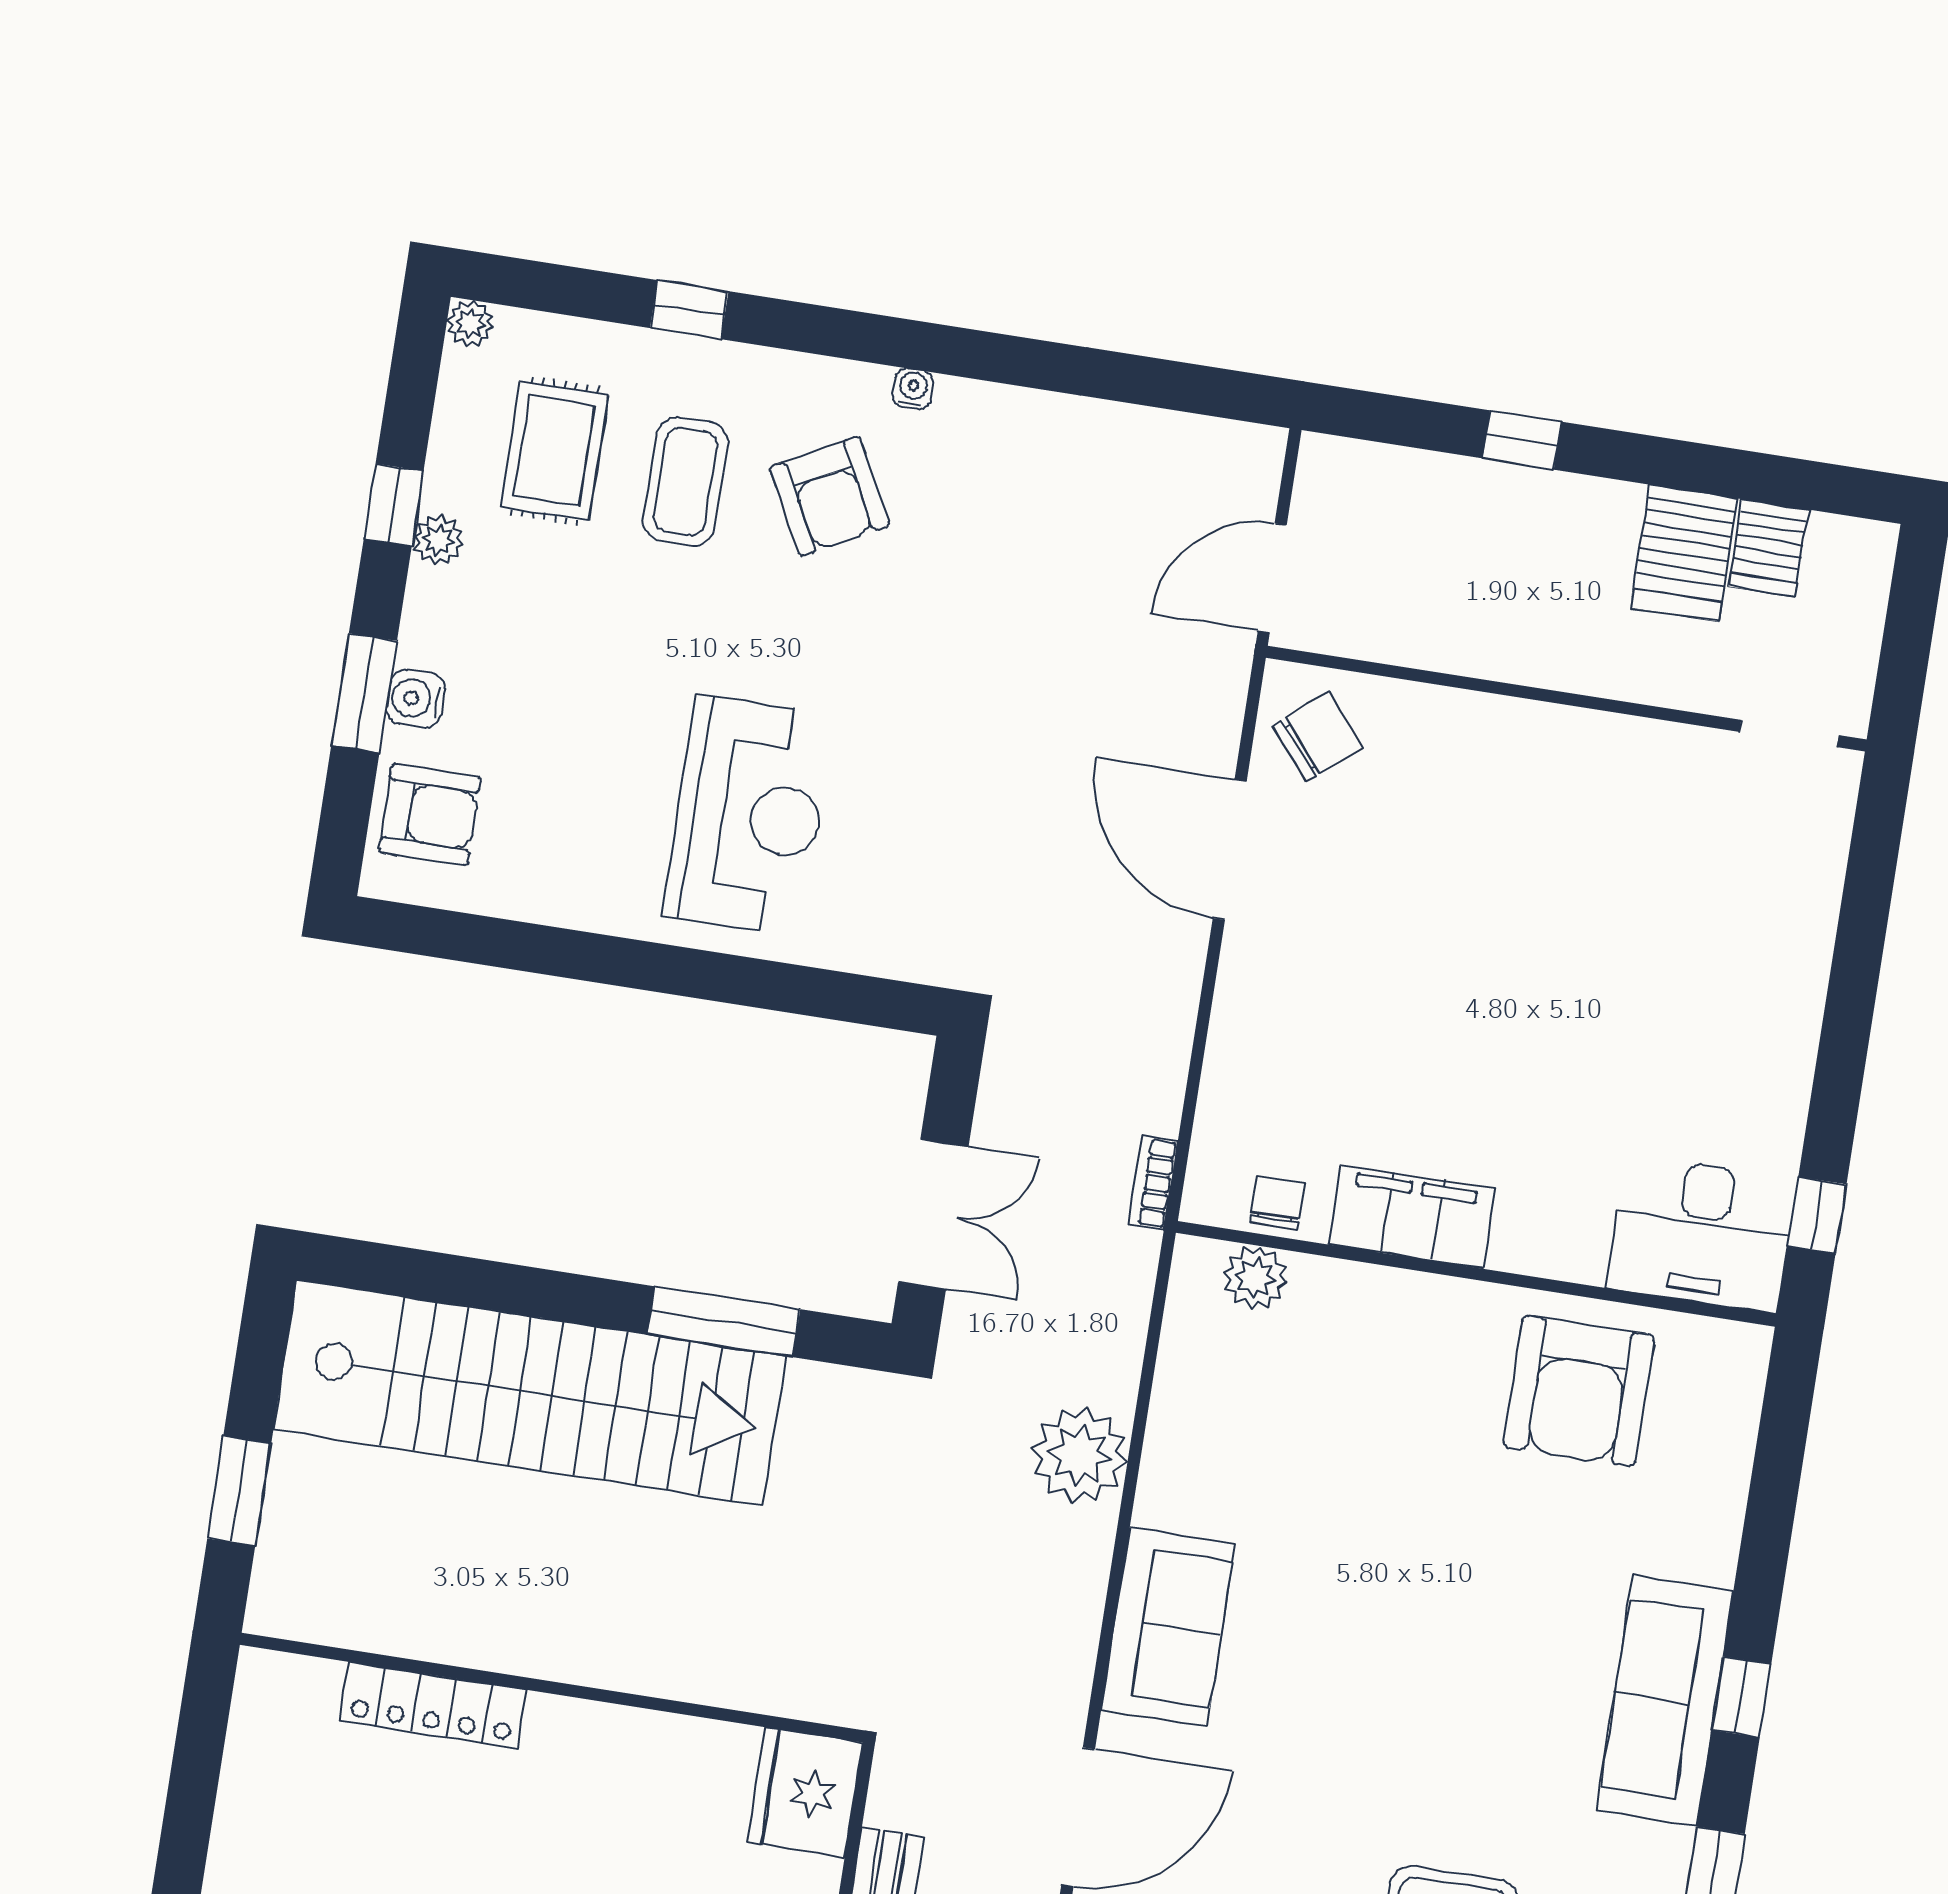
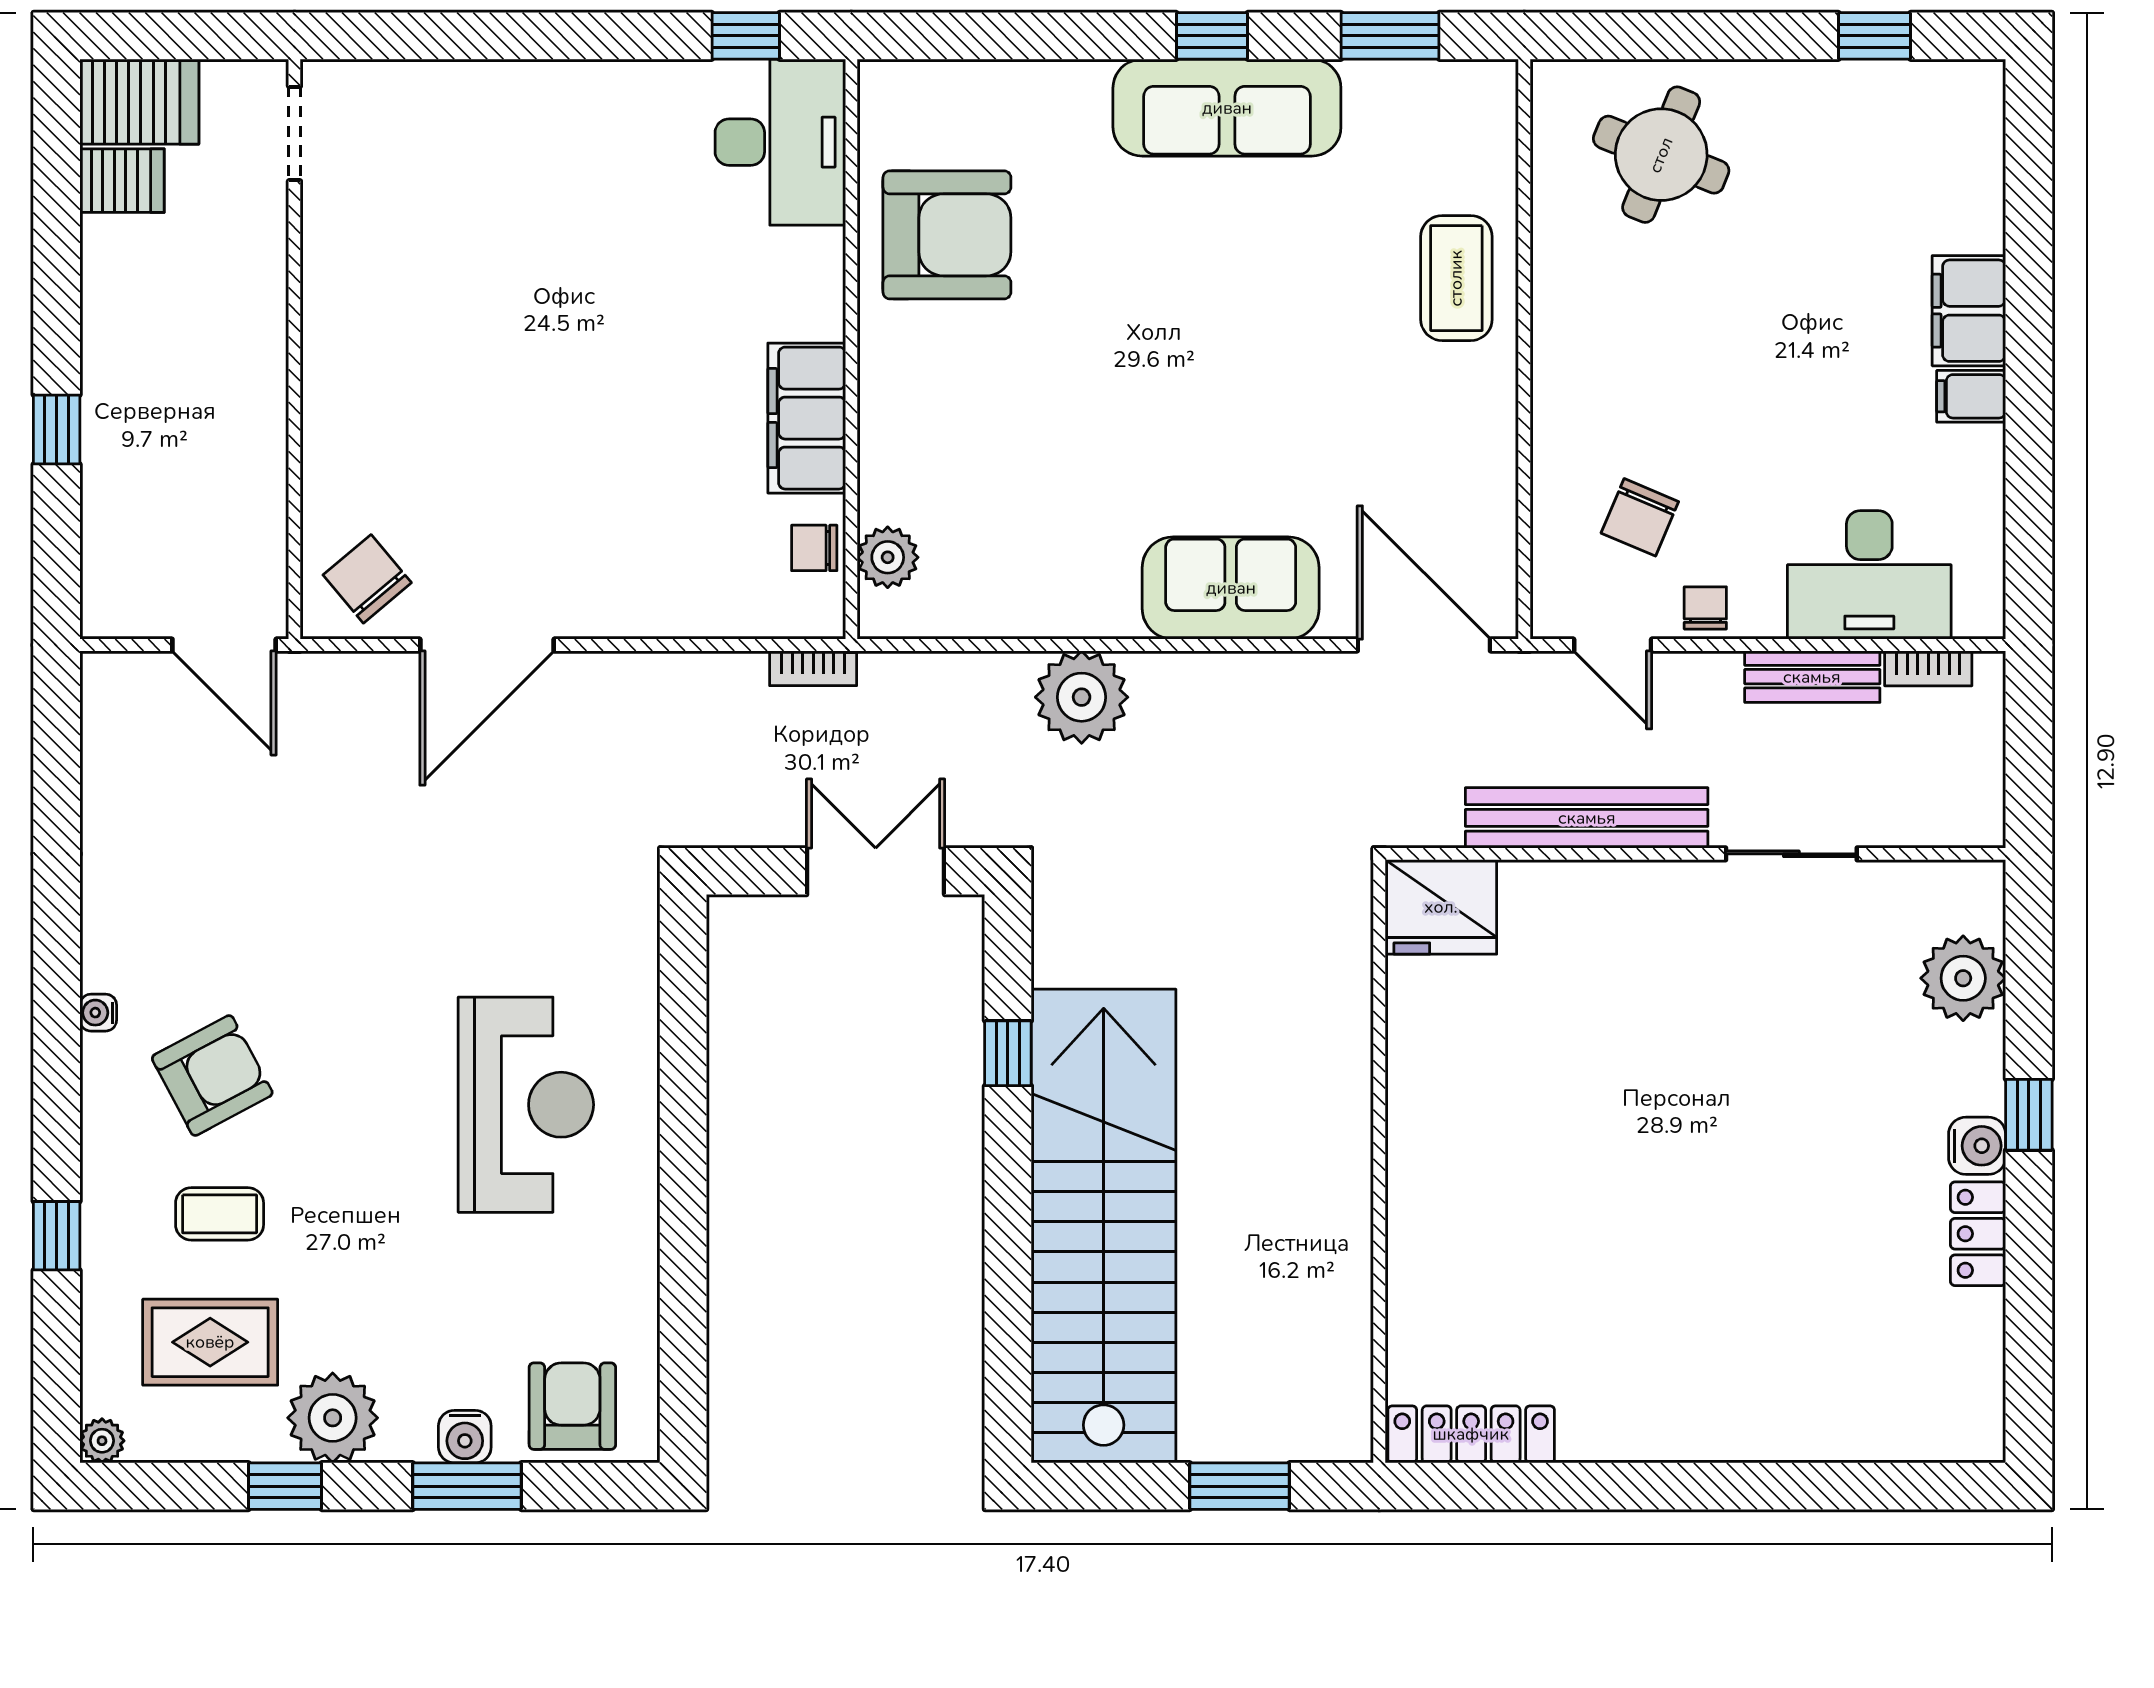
coffee table: (685, 481) -> (220, 1214), width x0.73, depth x0.77
plant: (438, 540) -> (333, 1418), width x1.87, depth x1.87
server rack: (1684, 553) -> (139, 102), moved
reception desk: (749, 815) -> (526, 1105), turned 90
window: (724, 1322) -> (1008, 1053), width x0.46
locker: (433, 1705) -> (1471, 1434), moved, turned -90

